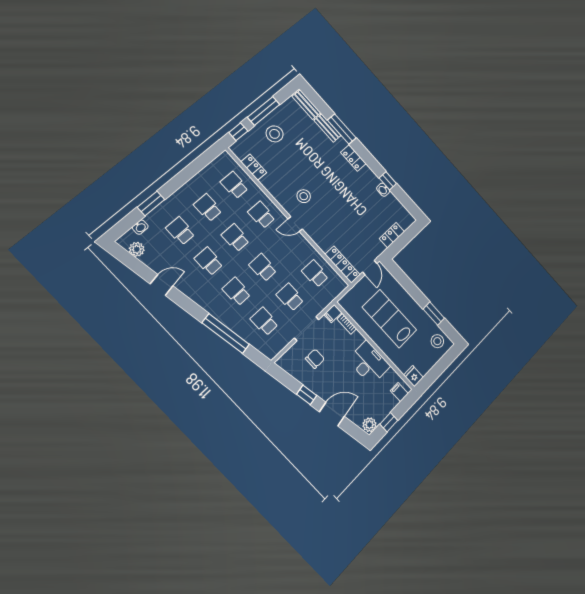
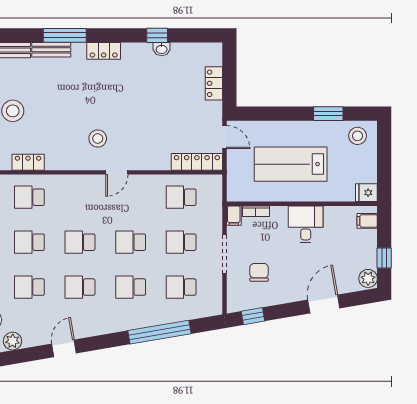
school desk: (262, 215) -> (80, 197), removed
desk: (369, 363) -> (306, 224), width x0.73
window: (307, 395) -> (253, 316), moved

